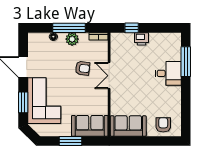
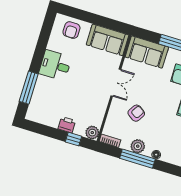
plant: (117, 39) -> (92, 133), added
armchair: (83, 68) -> (136, 113), turned 116
desk: (168, 73) -> (55, 65), moved
double door: (109, 76) -> (116, 83), moved

